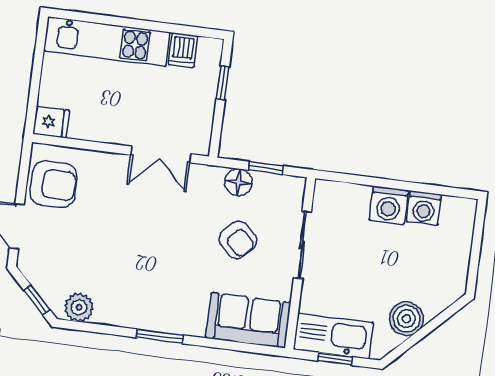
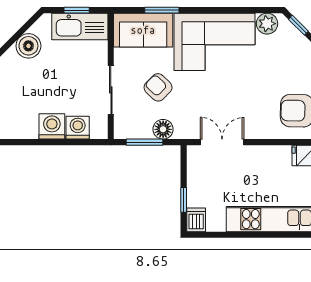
dishwasher: (183, 50) -> (196, 220), moved
window: (266, 168) -> (145, 142), width x1.50
washing machine: (424, 208) -> (78, 128), moved
corner sofa: (153, 292) -> (214, 42), added
window: (160, 336) -> (162, 10), moved

